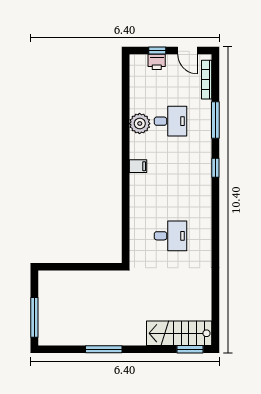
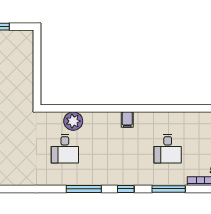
plant: (140, 124) -> (73, 121), moved
window: (215, 215) -> (84, 189), added

